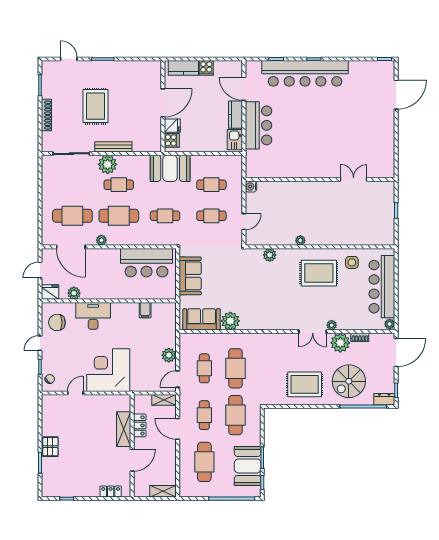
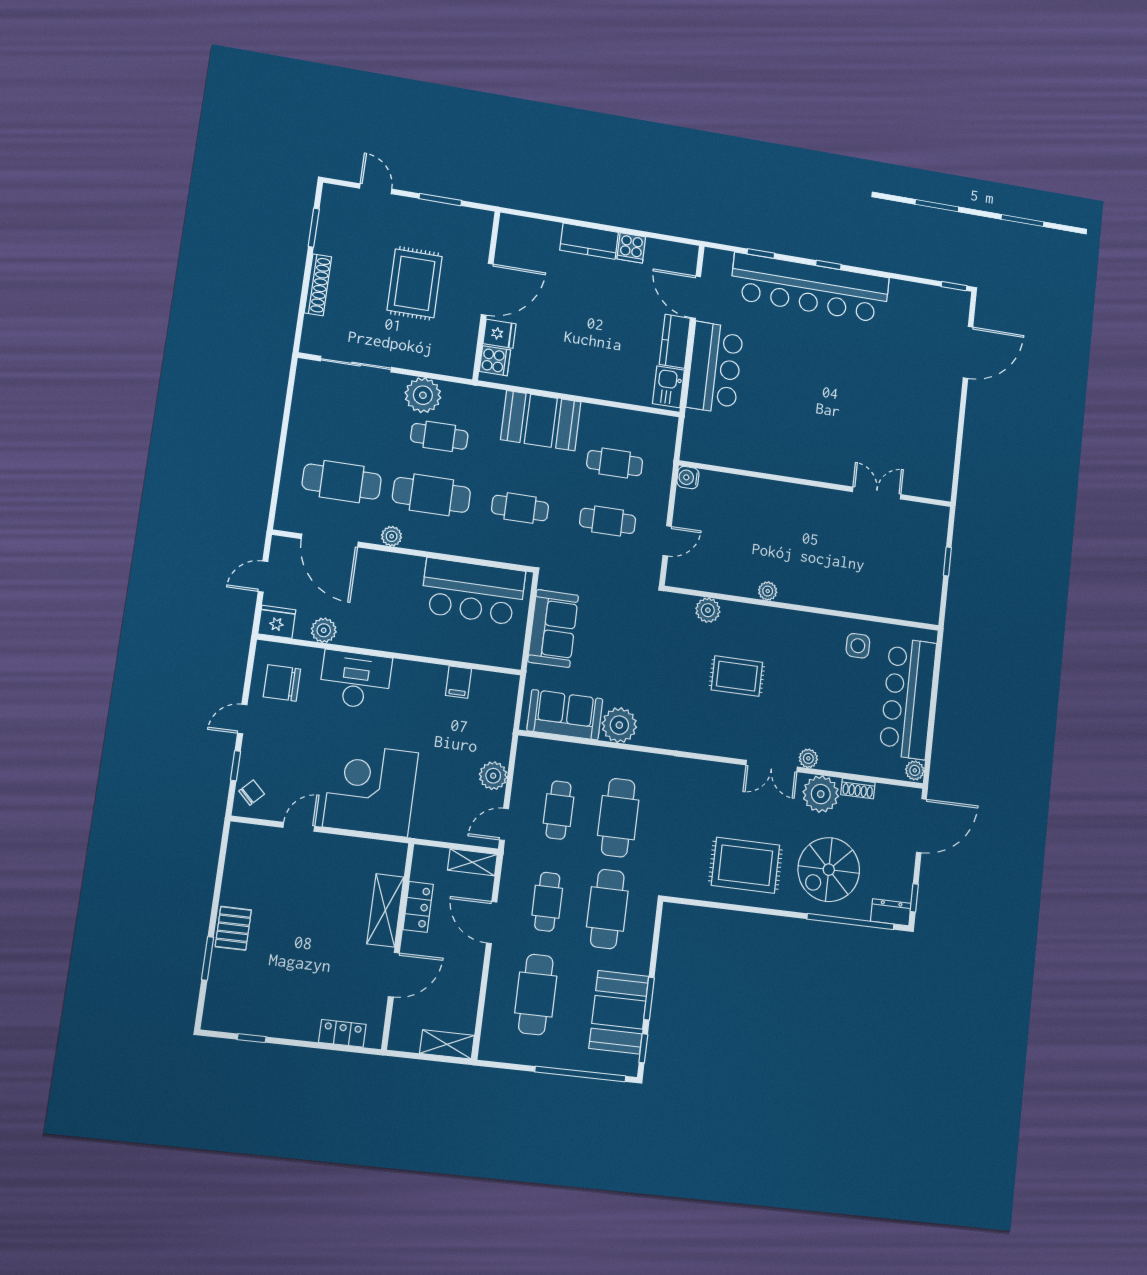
door: (163, 103) -> (487, 289), moved
wall: (163, 106) -> (486, 295), moved
fridge: (172, 126) -> (500, 334), moved
cooker: (172, 140) -> (495, 361), moved
bench: (113, 147) -> (438, 364), removed
rug: (319, 273) -> (737, 676), moved, width x0.73, depth x0.70

